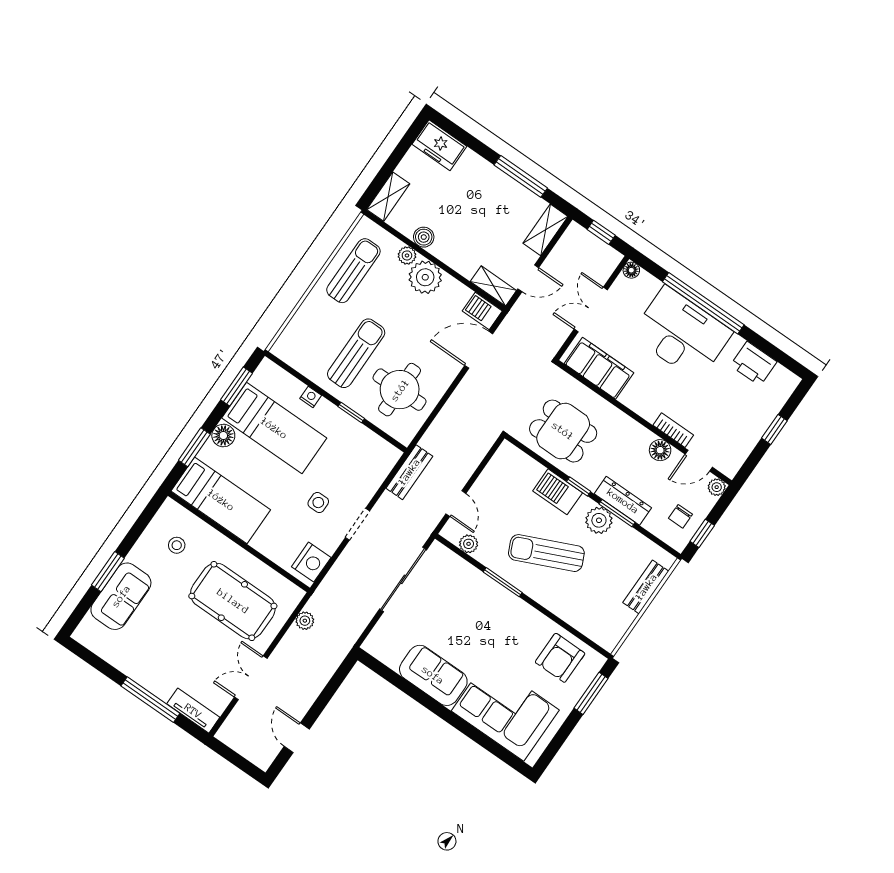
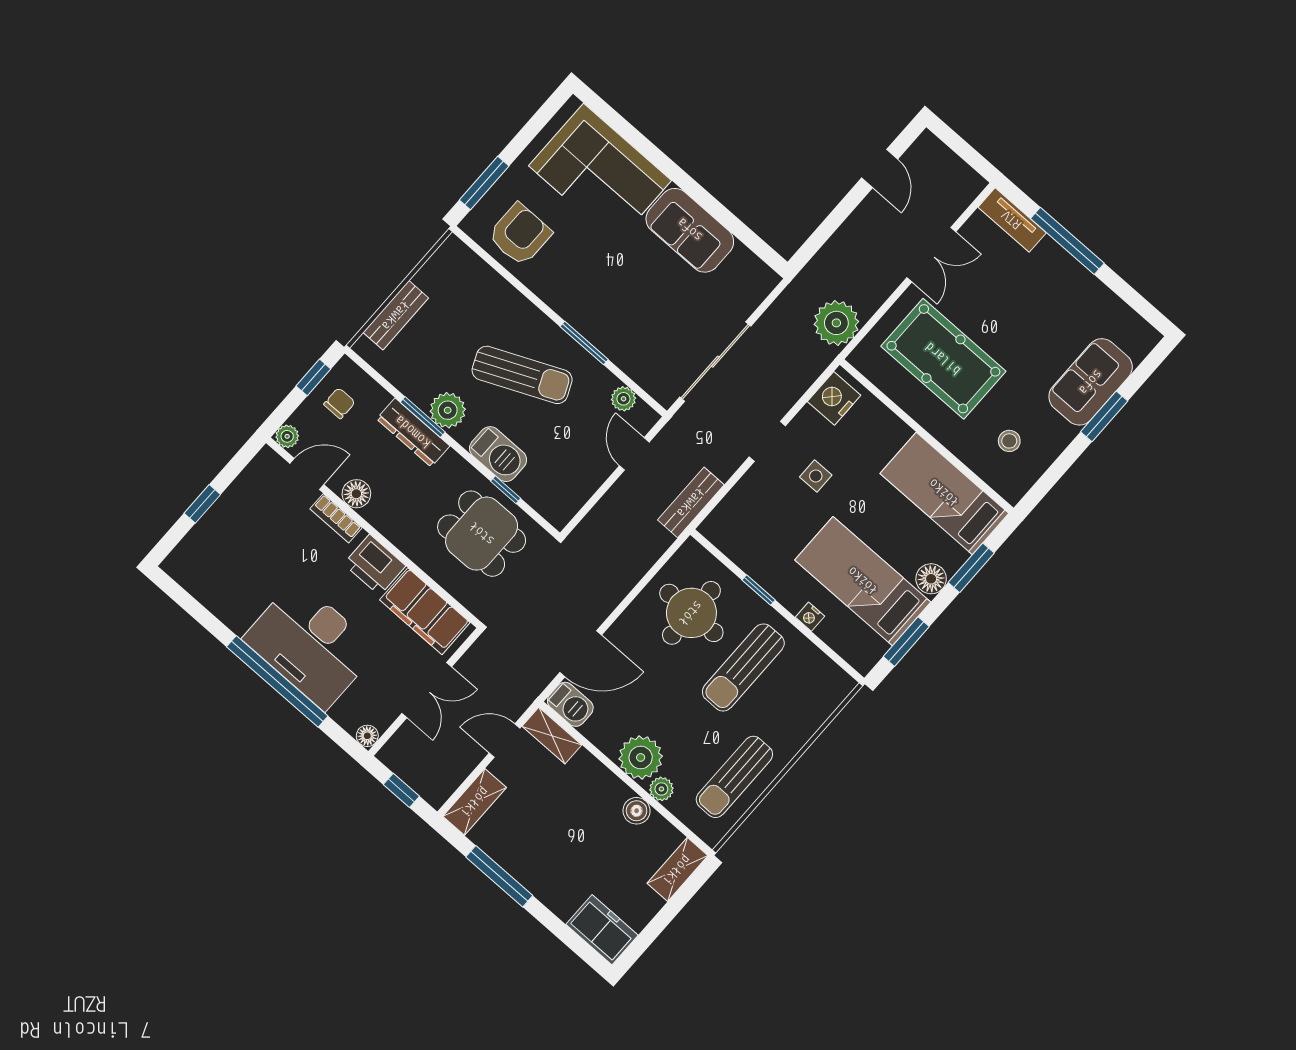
printer: (754, 364) -> (375, 565), moved, turned 180
window: (579, 486) -> (506, 490), moved
plant: (305, 621) -> (836, 323), width x1.87, depth x1.87

